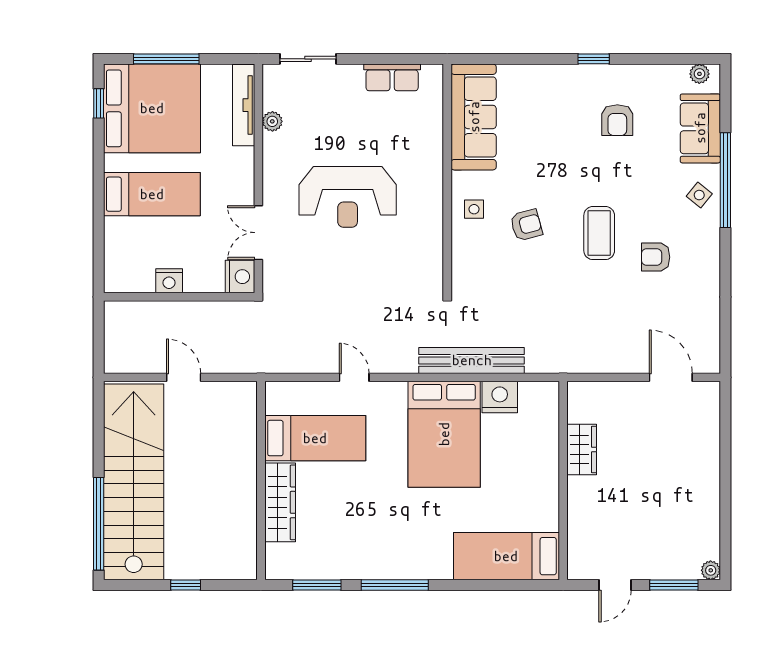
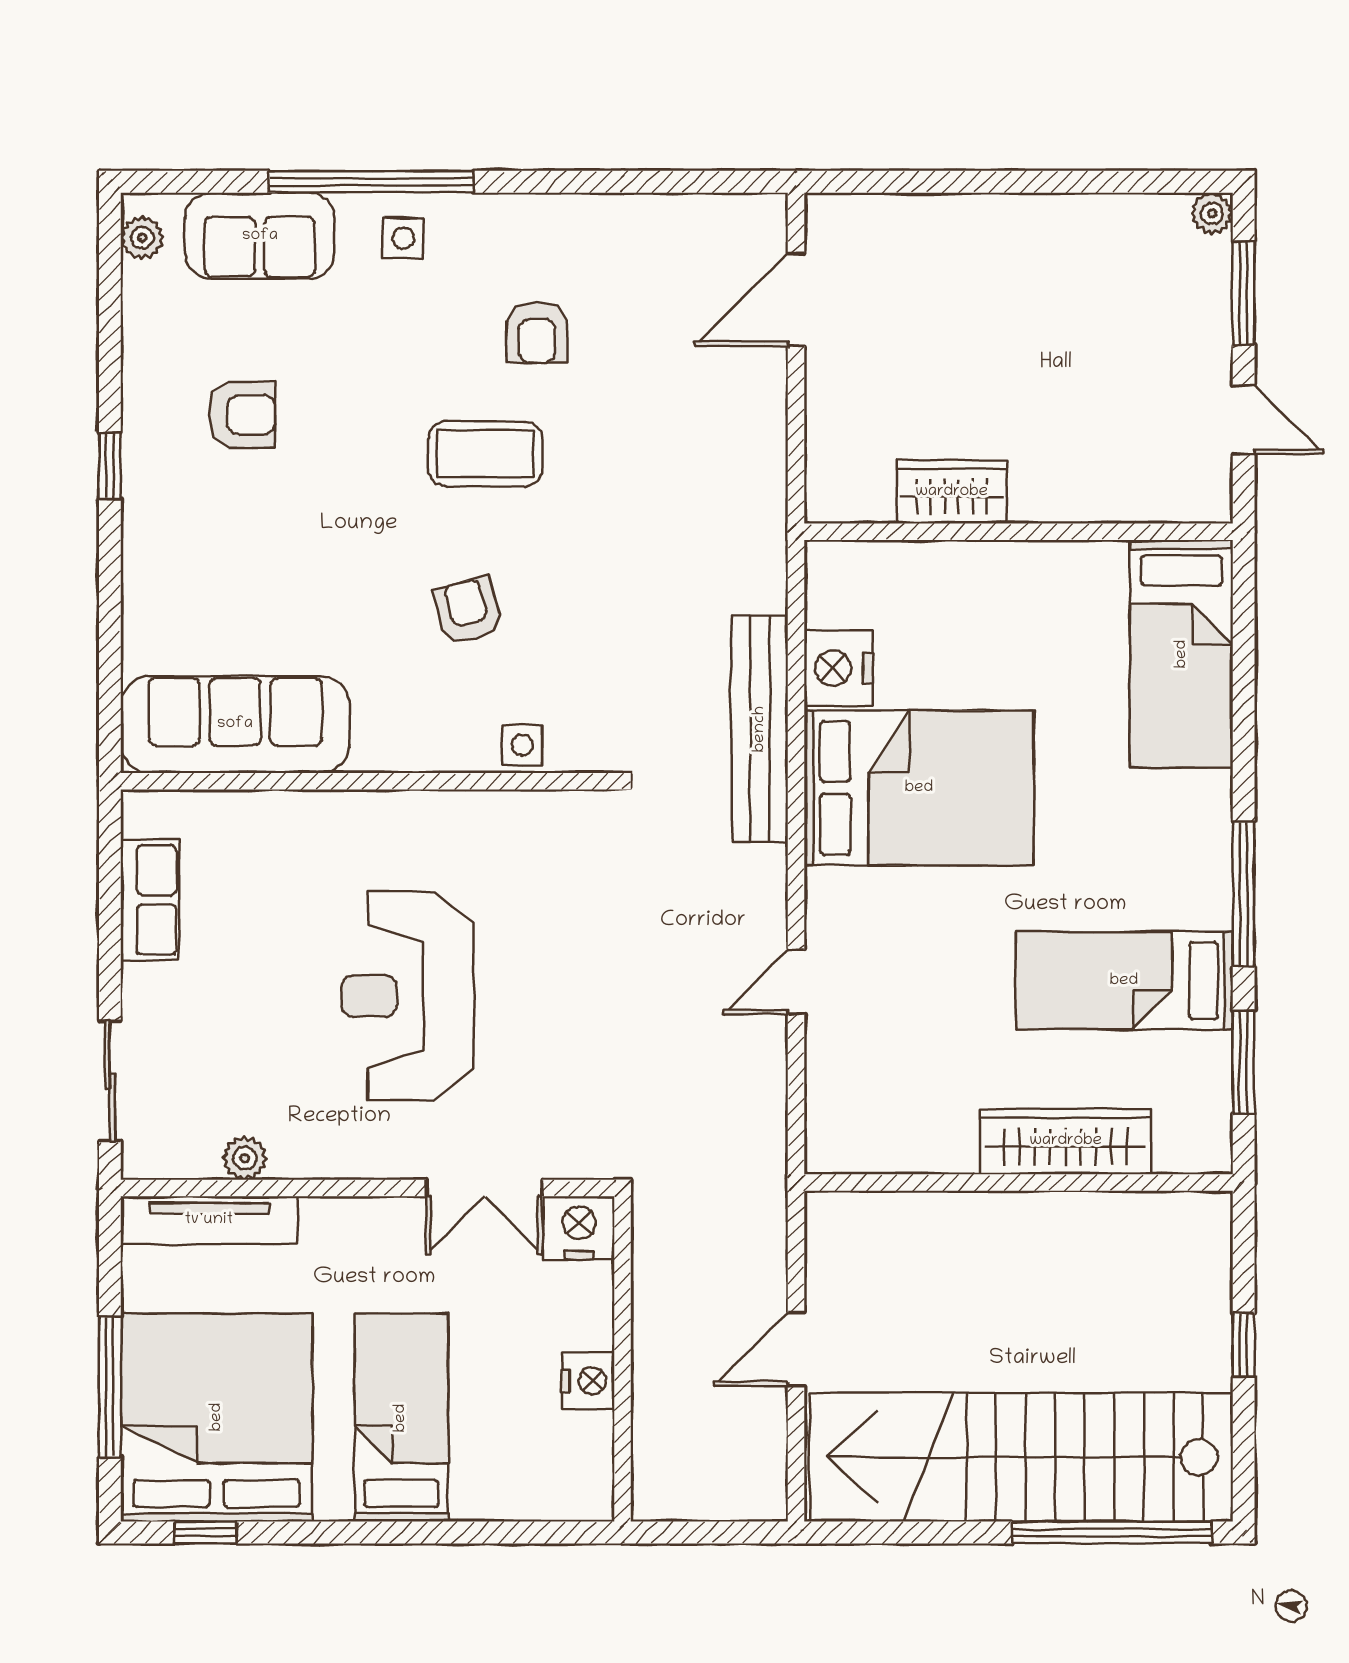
side table: (699, 195) -> (403, 238), turned -38
reception desk: (348, 197) -> (407, 996), turned 180
side table: (474, 209) -> (522, 745), moved
bed: (315, 438) -> (1124, 981), moved, turned -90

